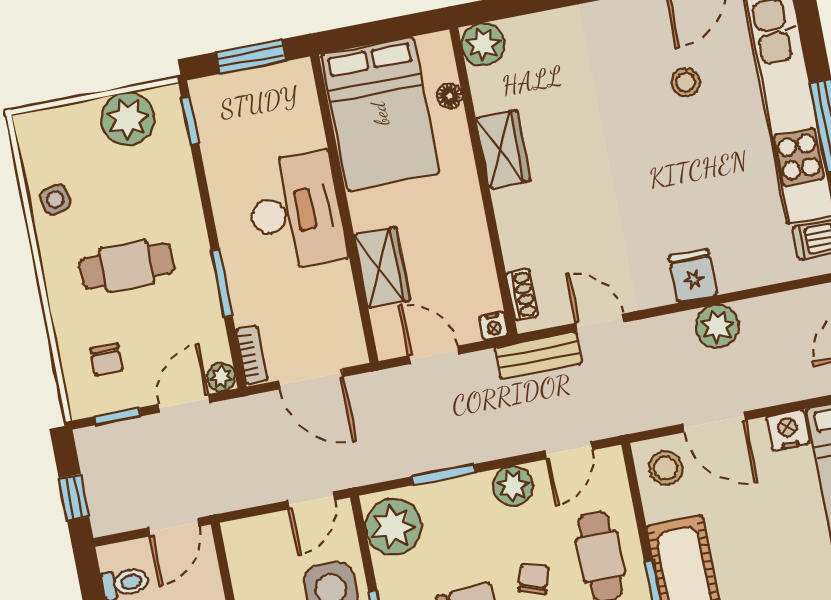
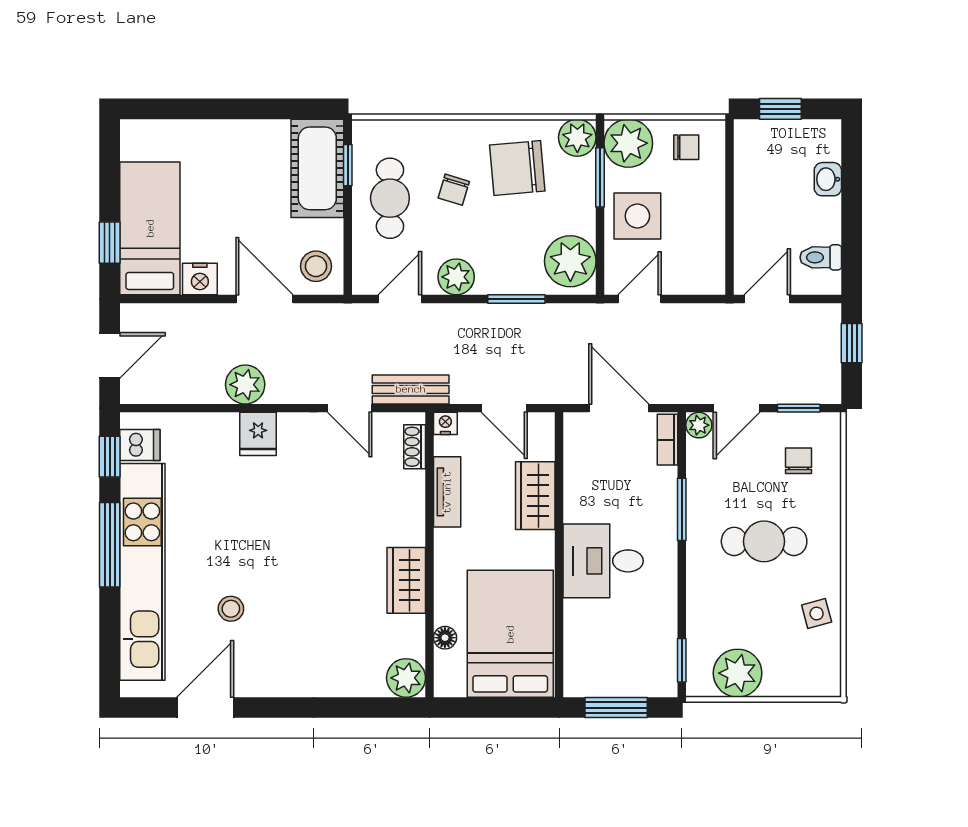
desk: (296, 211) -> (603, 561), width x0.73
tv unit: (478, 253) -> (447, 492), added

